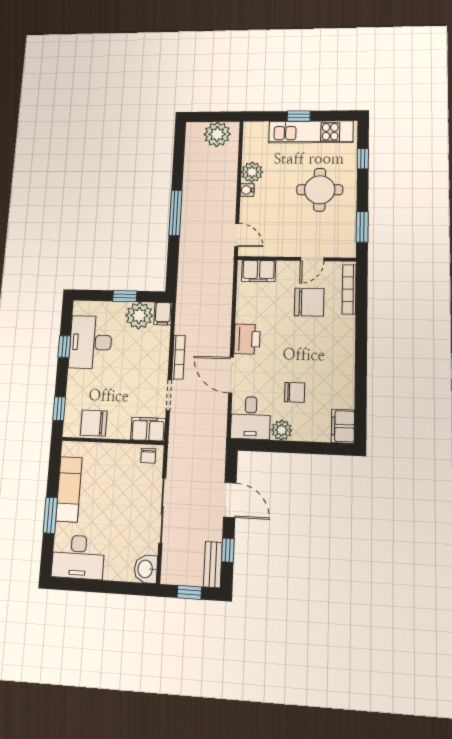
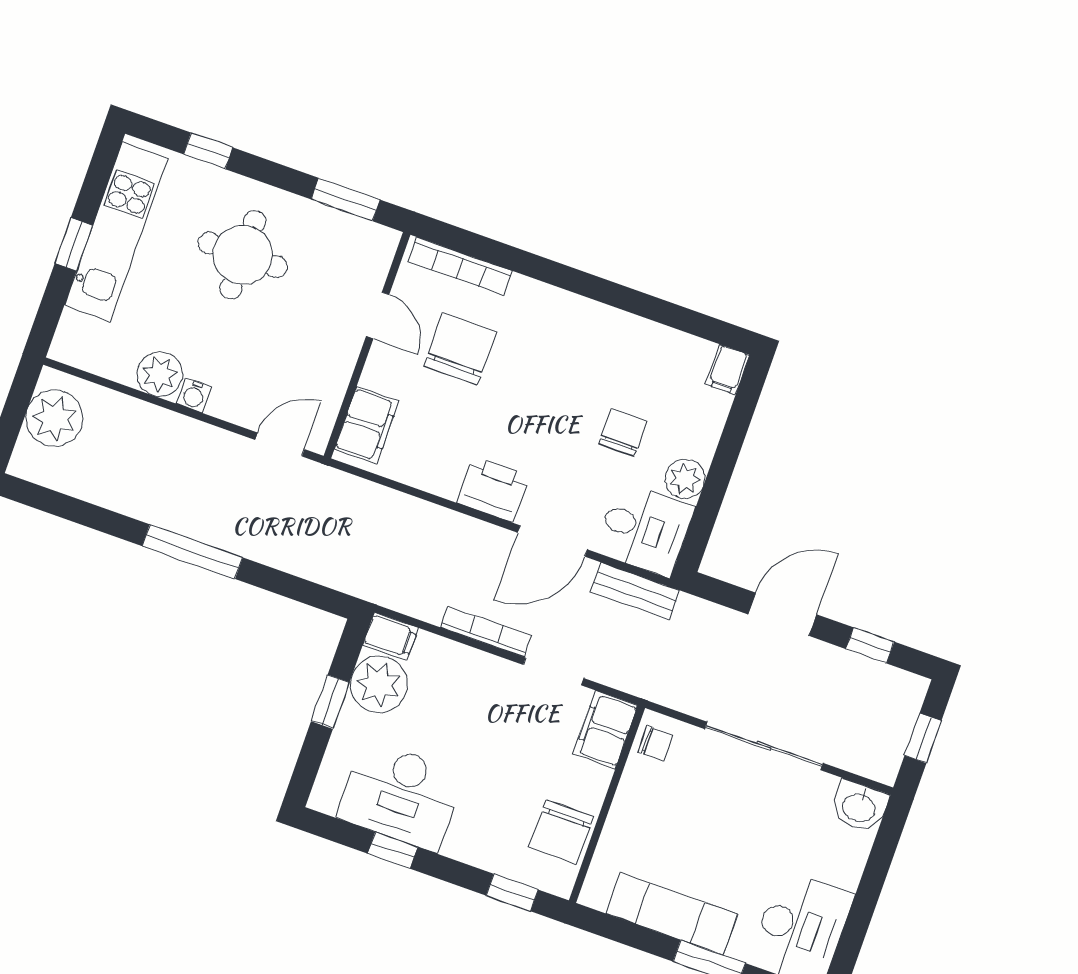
filing cabinet: (343, 426) -> (728, 370), width x0.50
bench: (213, 565) -> (635, 591), moved

